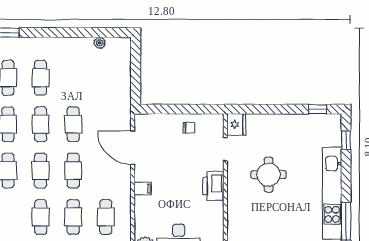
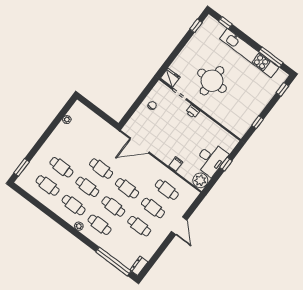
round table: (269, 175) -> (212, 81), width x1.36, depth x1.36
printer: (213, 186) -> (193, 112), width x0.53, depth x0.68
filing cabinet: (143, 189) -> (176, 164), moved

